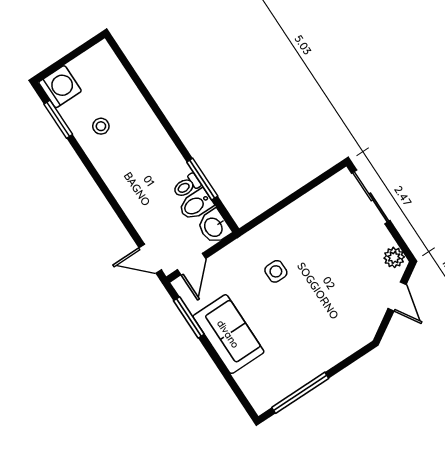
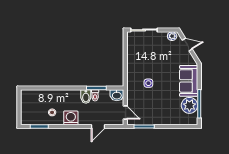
washing machine: (60, 87) -> (71, 118), moved
bidet: (196, 205) -> (86, 96), moved
door: (150, 259) -> (98, 127), moved
sofa: (228, 334) -> (189, 81), moved, turned -90
plant: (285, 377) -> (189, 105), added

